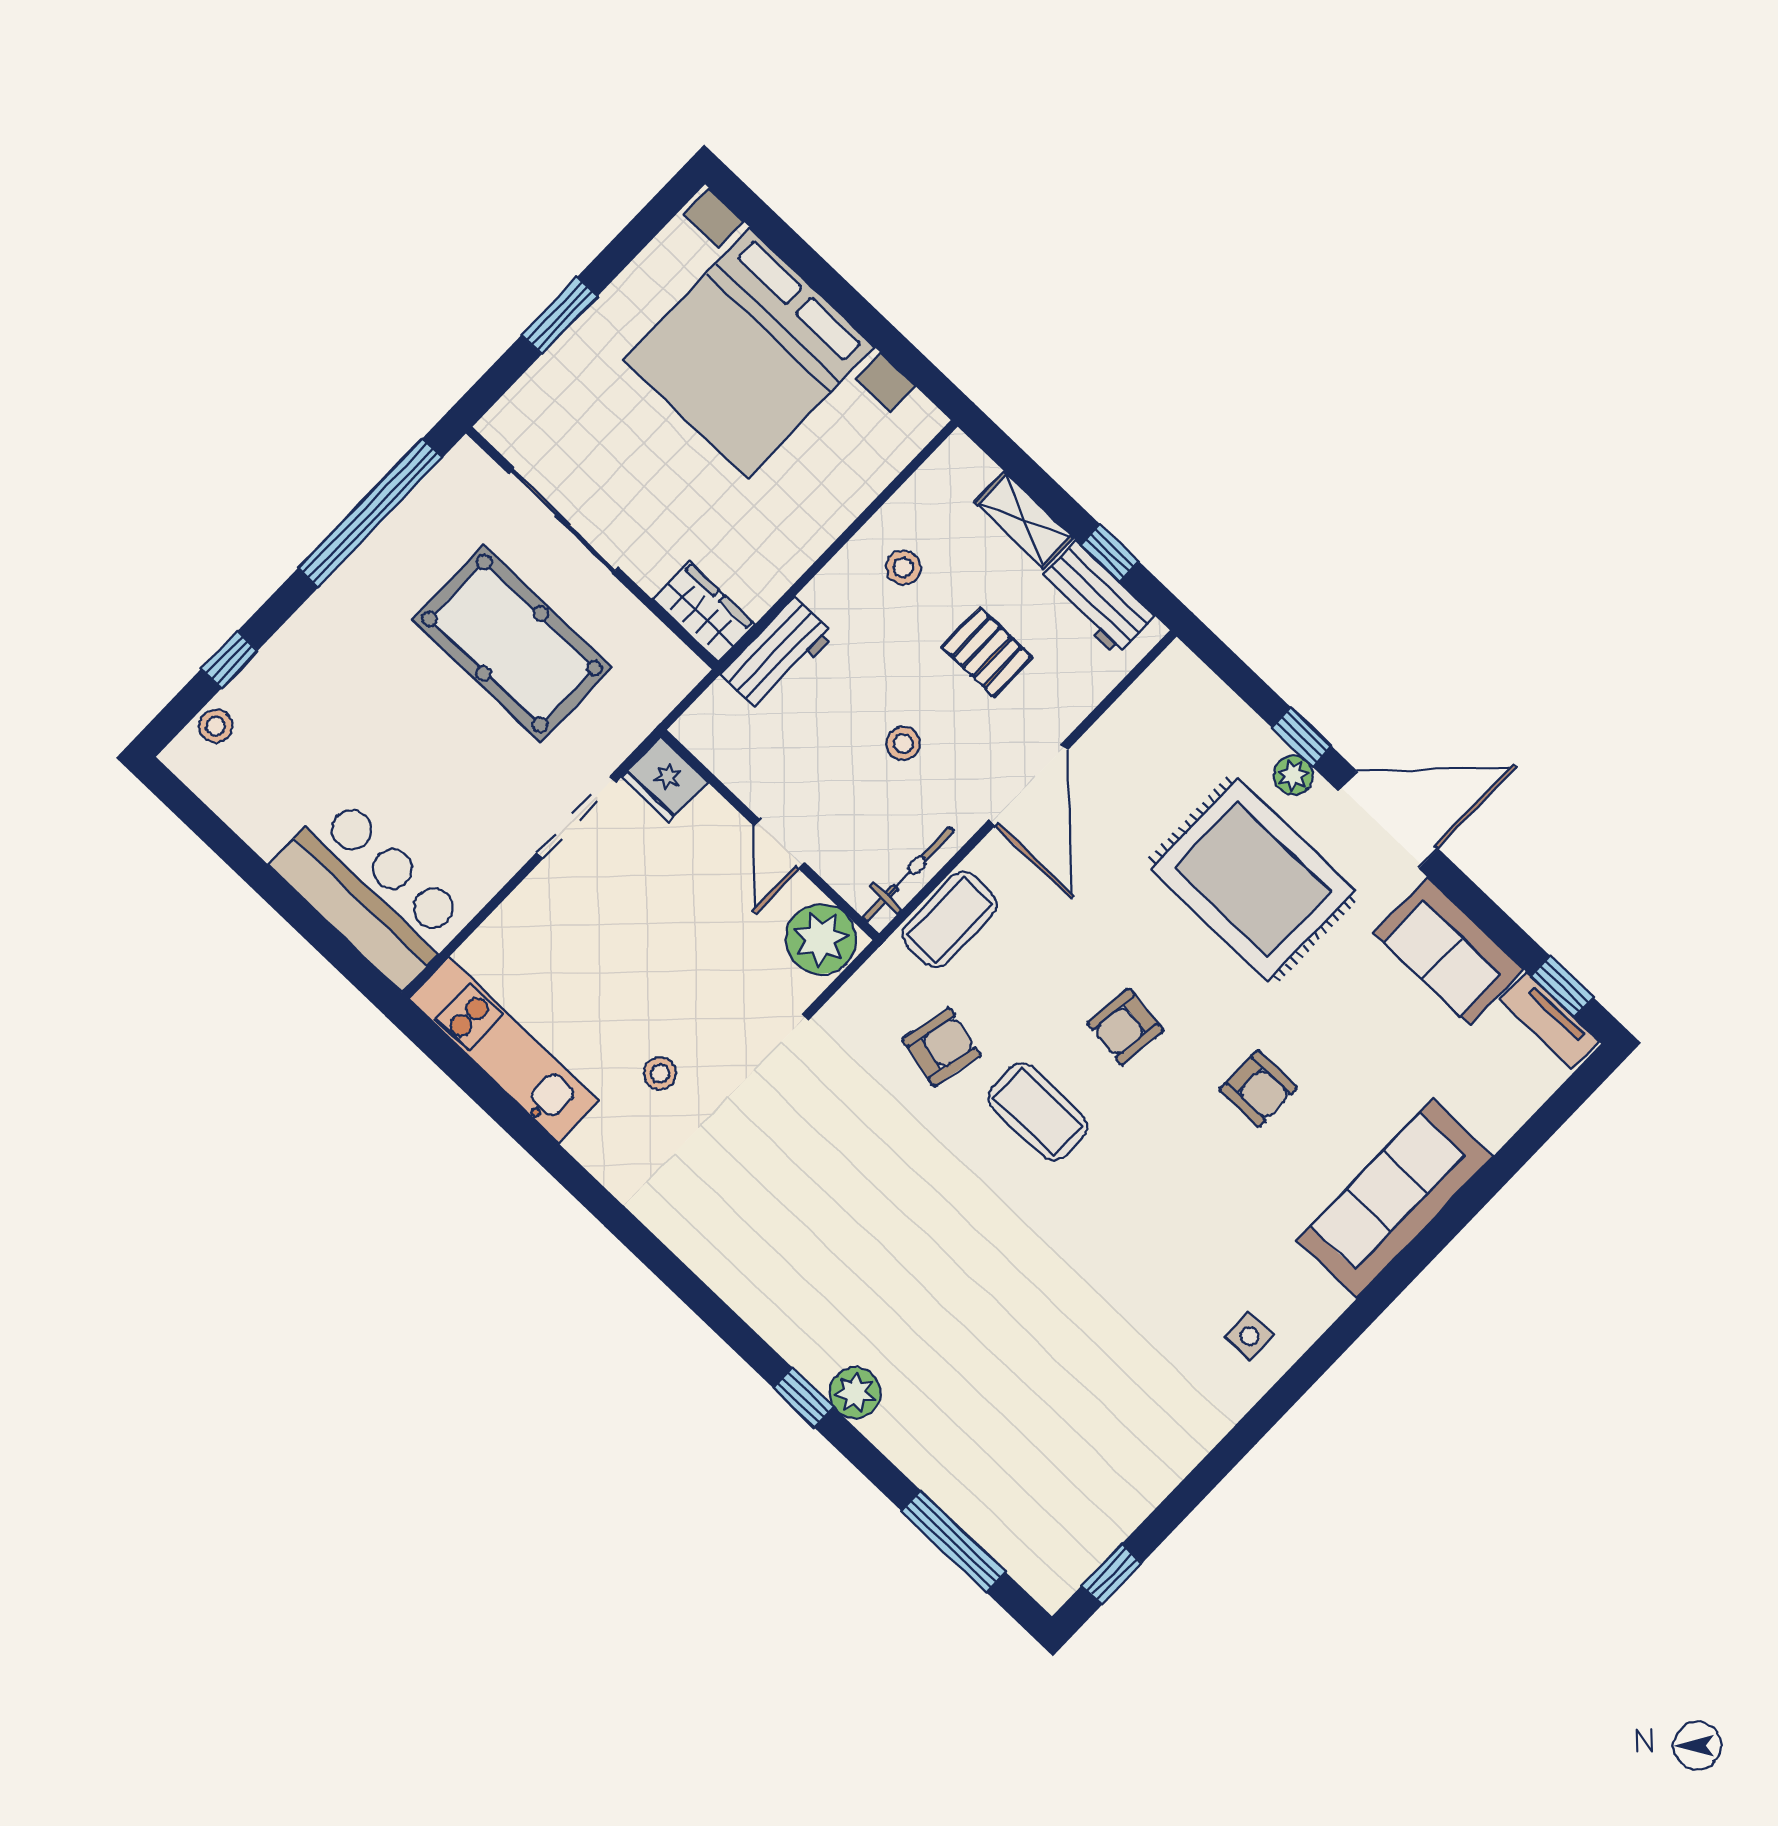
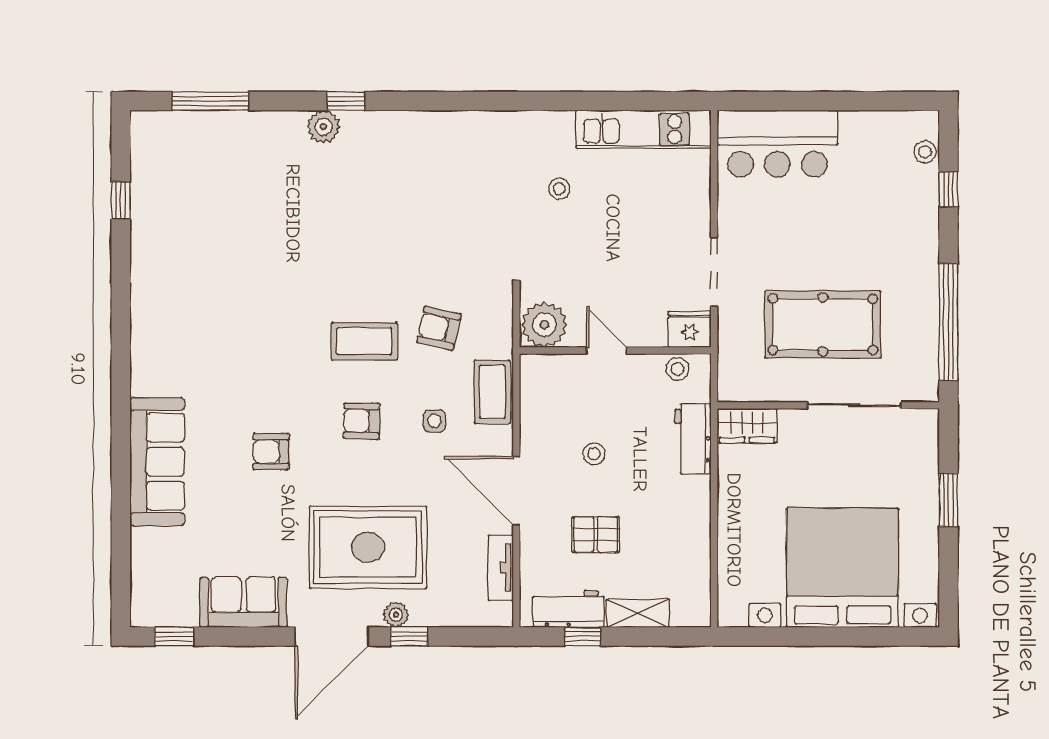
stool: (903, 567) -> (677, 369), moved
bicycle: (908, 874) -> (532, 395), removed
tv unit: (1550, 1021) -> (501, 568), moved, turned -90
armchair: (1125, 1027) -> (362, 421), turned -96
armchair: (941, 1047) -> (439, 328), turned 90
side table: (1249, 1336) -> (434, 421), moved
window: (1112, 1574) -> (121, 200), moved

